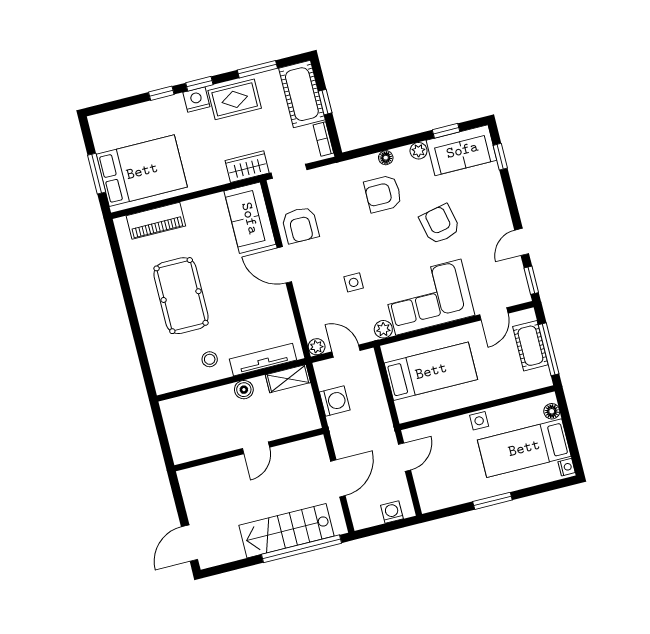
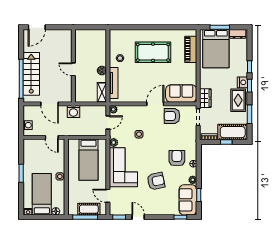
dresser: (101, 134) -> (238, 34), added
washing machine: (335, 401) -> (73, 112), moved
door: (190, 543) -> (37, 27), swing flipped

